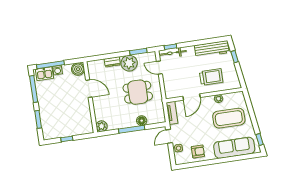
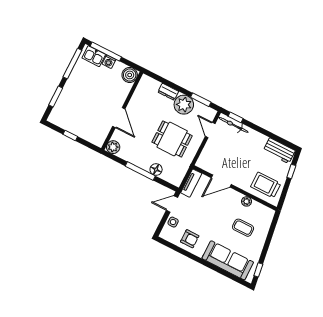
workbench: (212, 49) -> (279, 151), width x0.73
trolley: (211, 77) -> (266, 185), moved, turned 180
door: (89, 89) -> (119, 118), moved
coffee table: (229, 118) -> (243, 228), width x0.54, depth x0.58

